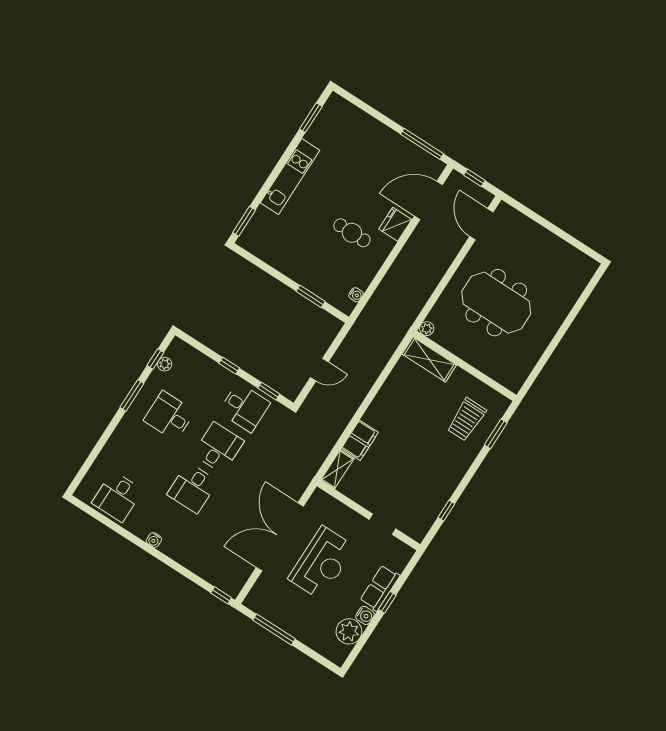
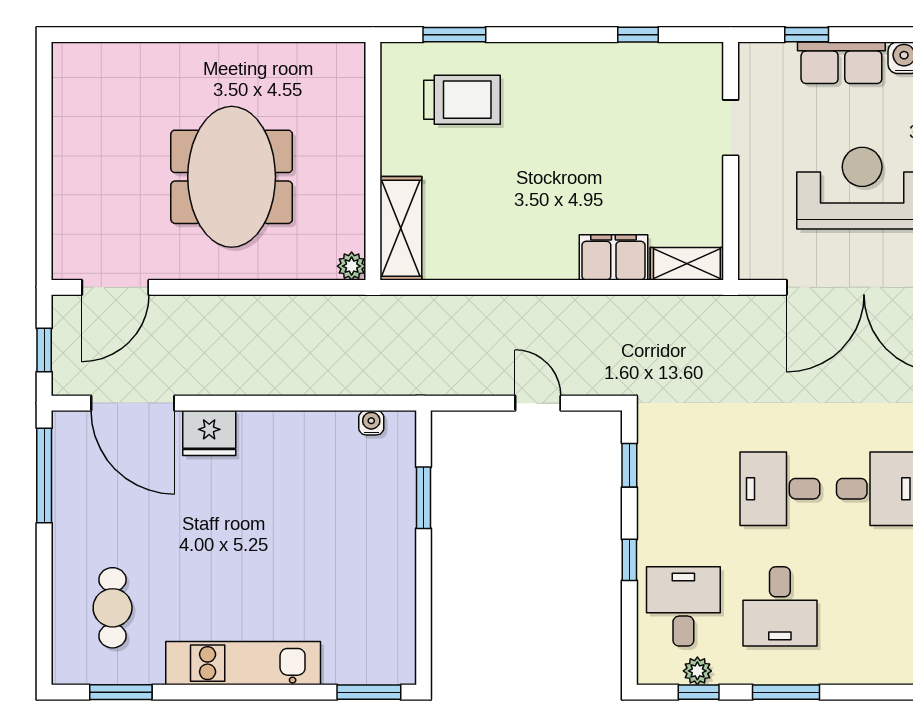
cafe table: (352, 233) -> (113, 608), moved
desk: (244, 407) -> (683, 606), moved
window: (387, 602) -> (807, 35), moved

